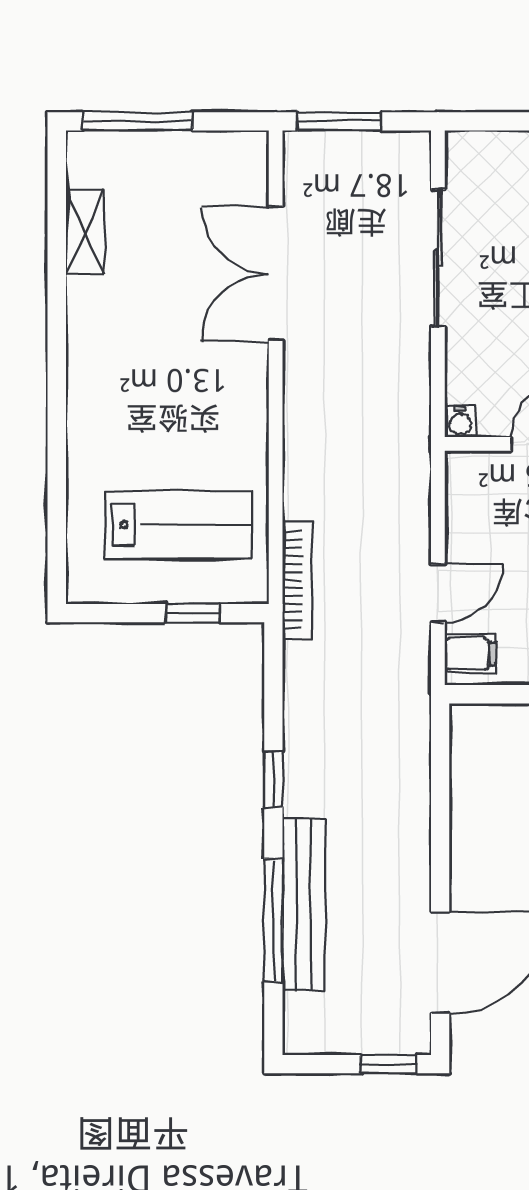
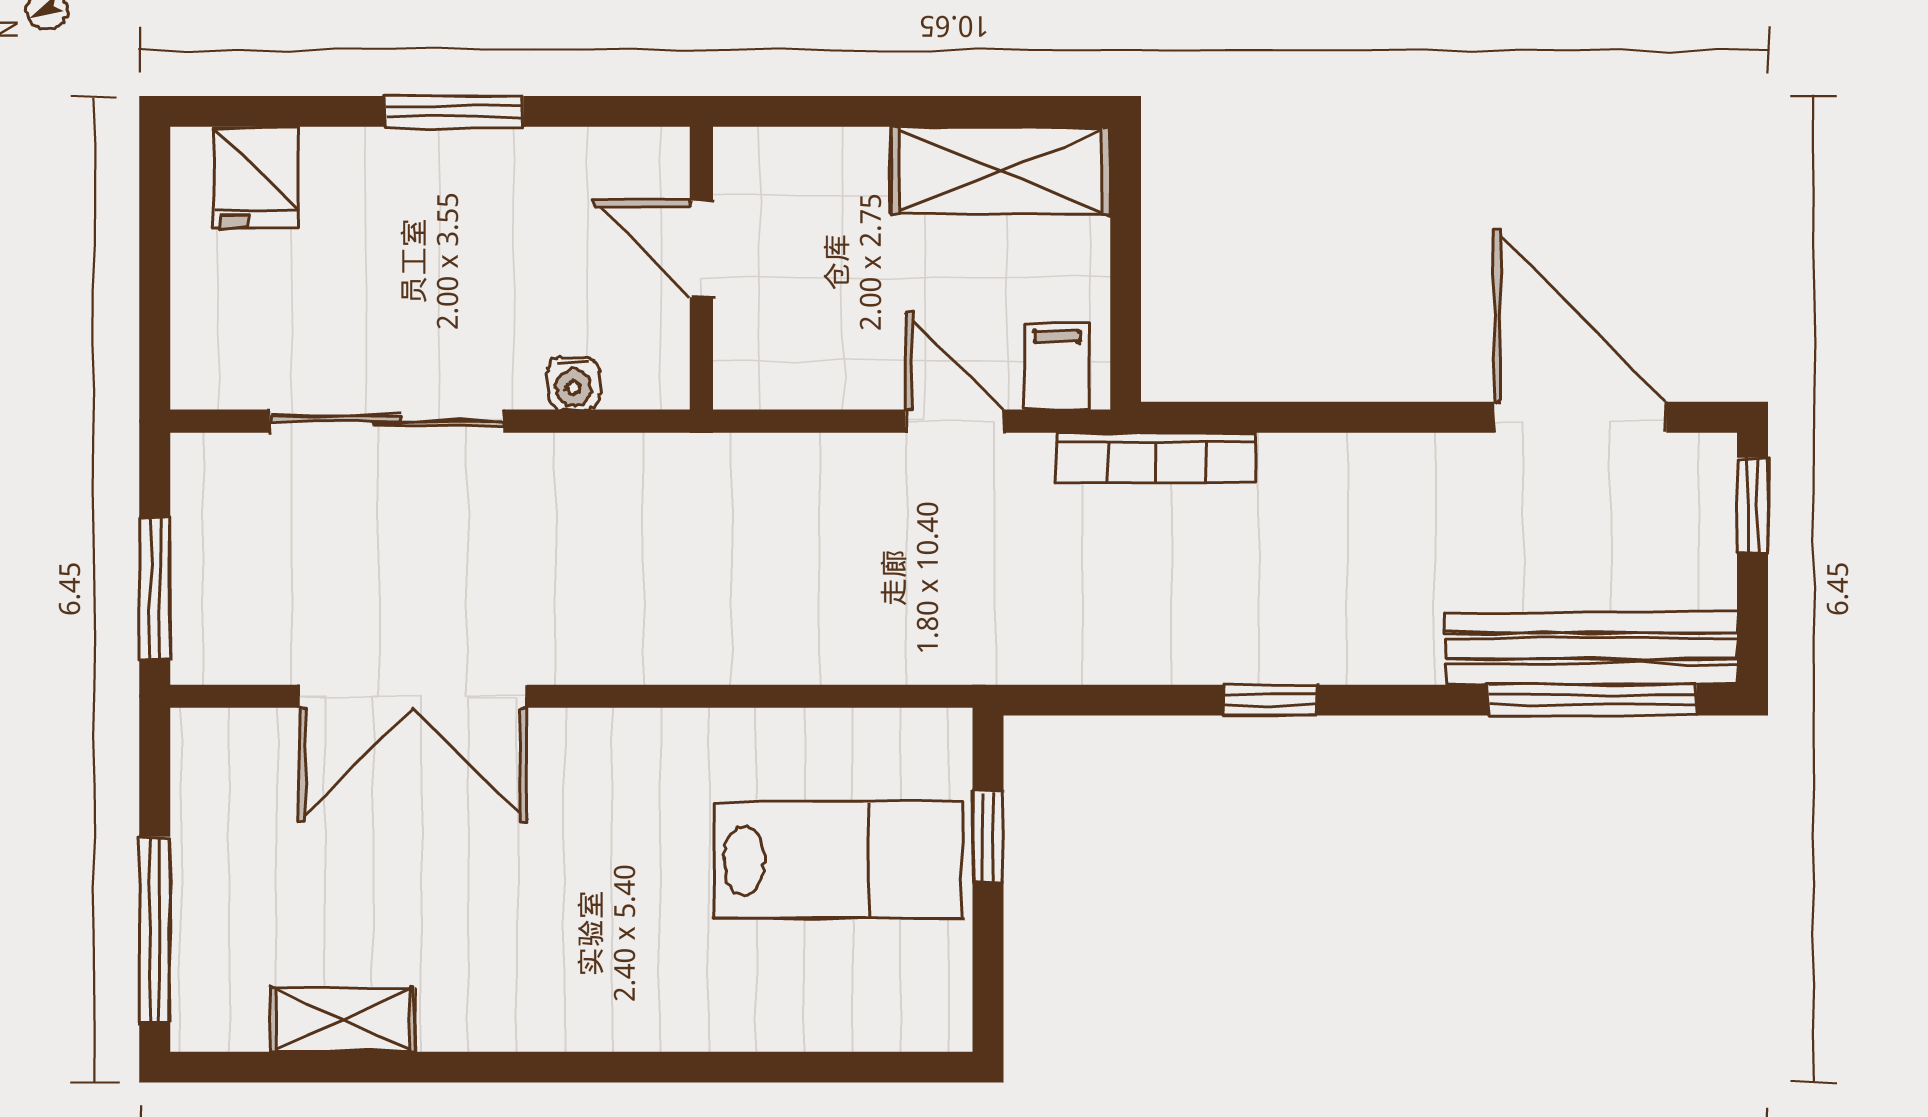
water cooler: (460, 422) -> (573, 383), moved, turned 90
lab bench: (179, 525) -> (839, 860), turned 90
bookcase: (297, 580) -> (1156, 458), moved, turned 180
bench: (304, 905) -> (1591, 649), moved
window: (273, 920) -> (1592, 700), moved

